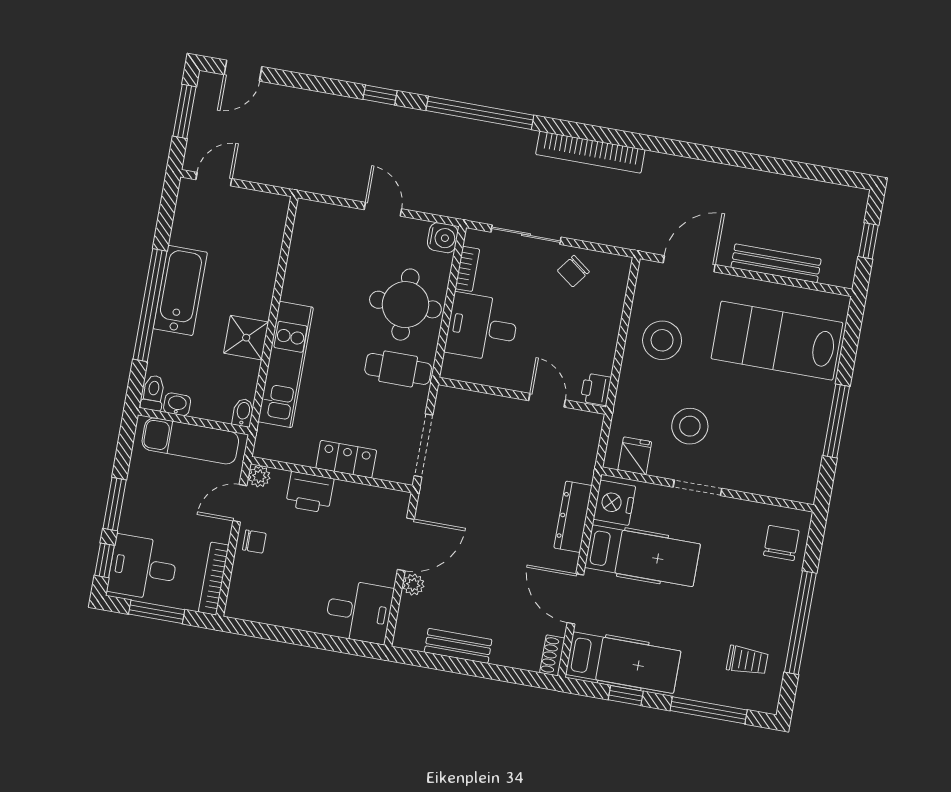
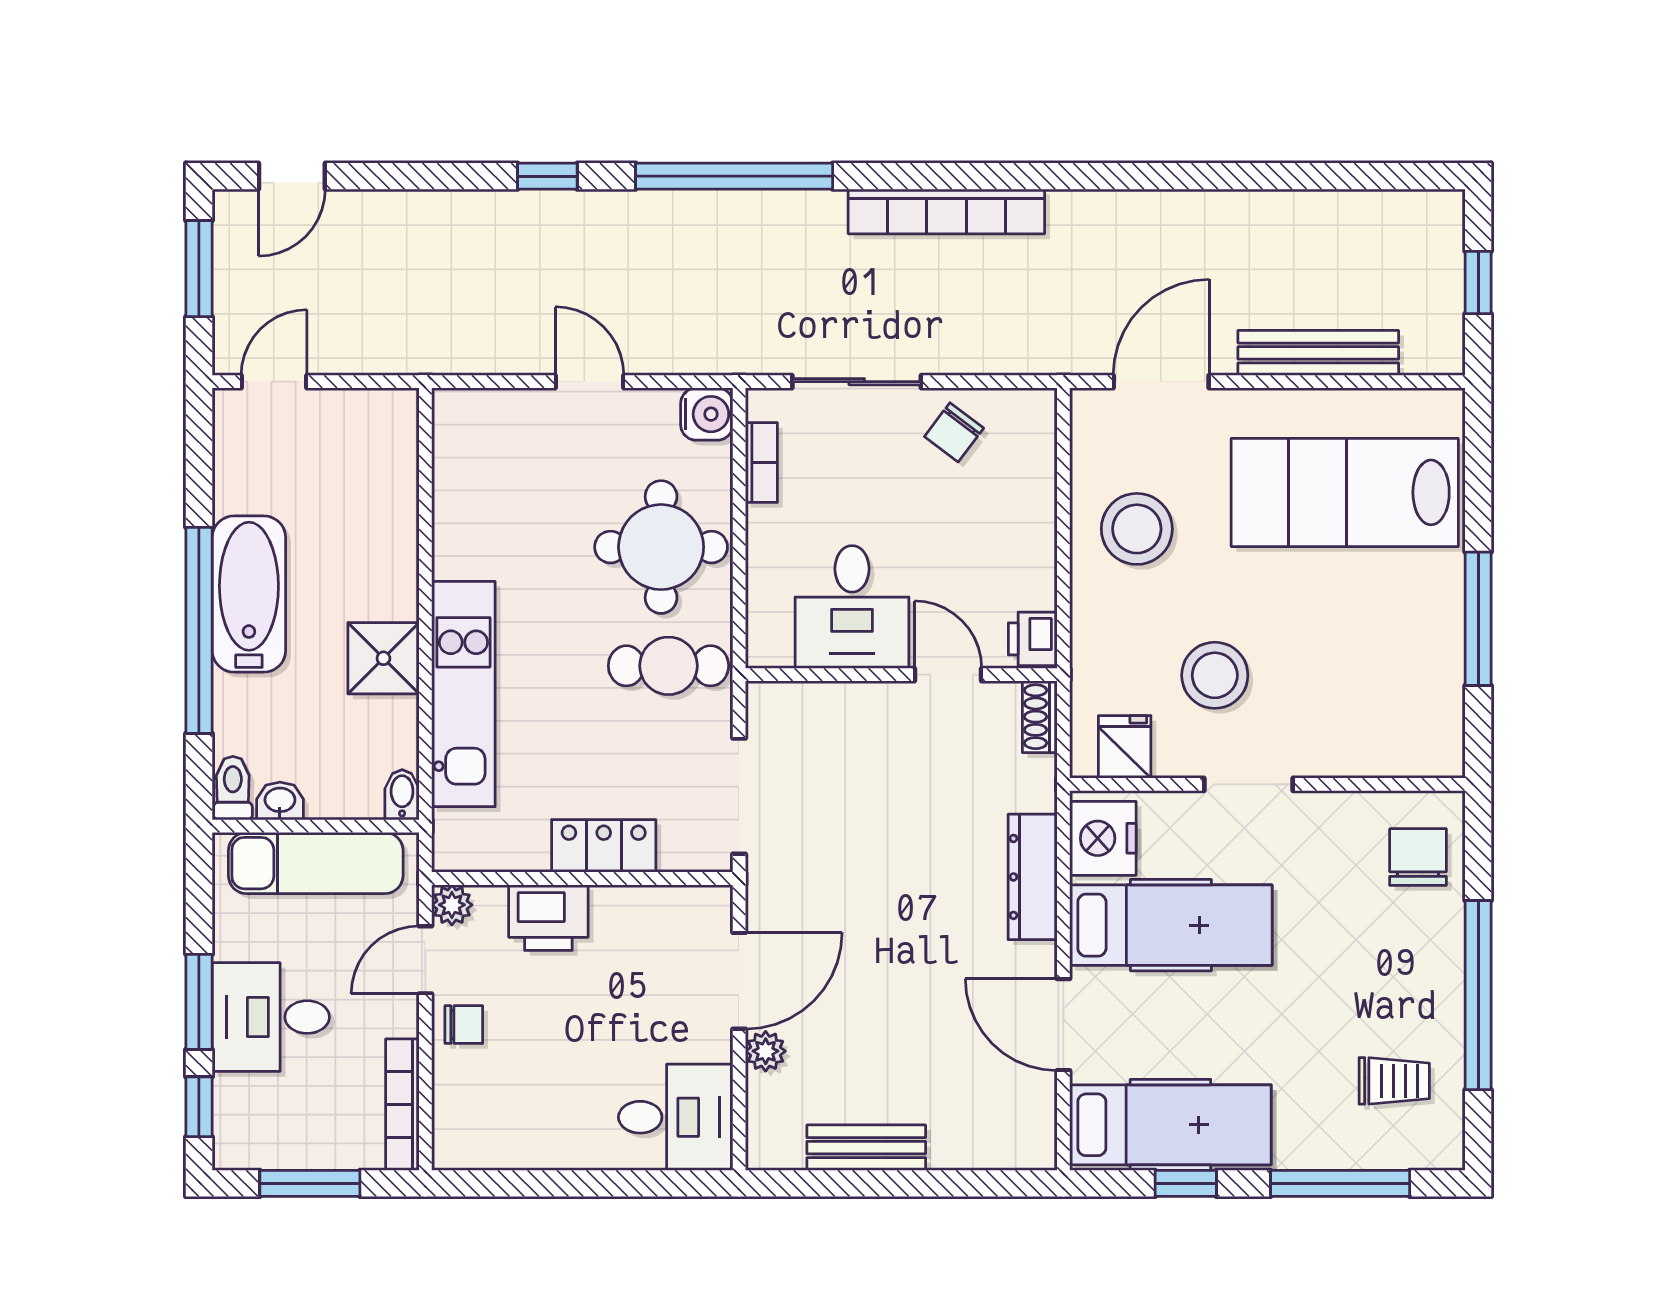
desk: (482, 327) -> (852, 607), moved, turned -90
desk: (143, 568) -> (271, 1017), moved
shoe rack: (552, 655) -> (1040, 717), moved

